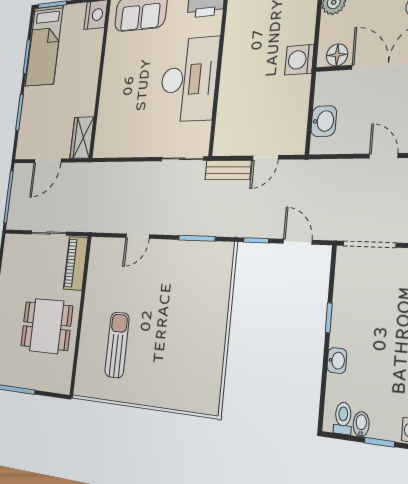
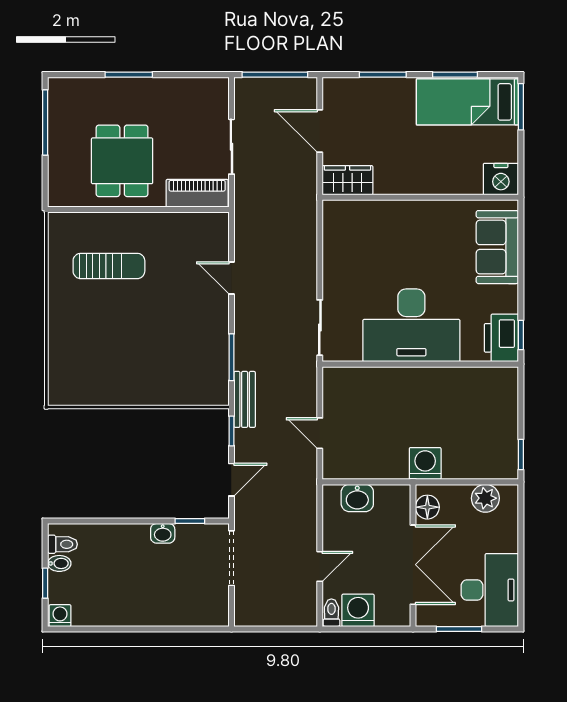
bench: (228, 170) -> (245, 399), moved
window: (329, 318) -> (190, 521), moved
washbasin: (337, 361) -> (163, 533), moved

